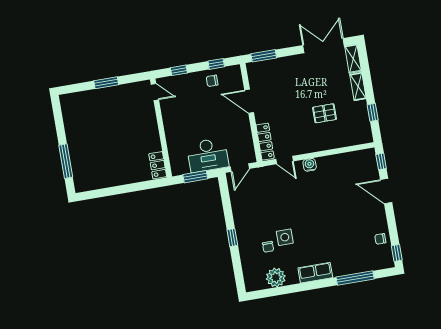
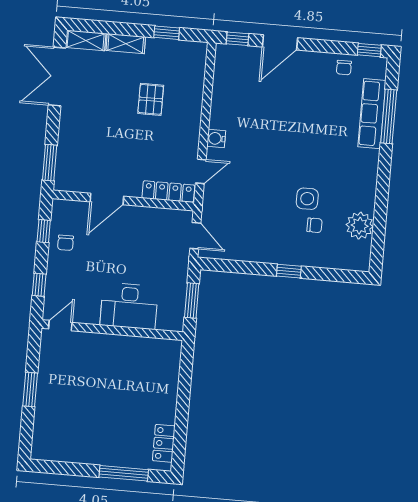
desk: (208, 155) -> (129, 306), moved, turned 90
locker: (158, 165) -> (164, 443), moved, turned 90
row of seats: (315, 273) -> (372, 114), moved, width x1.48

